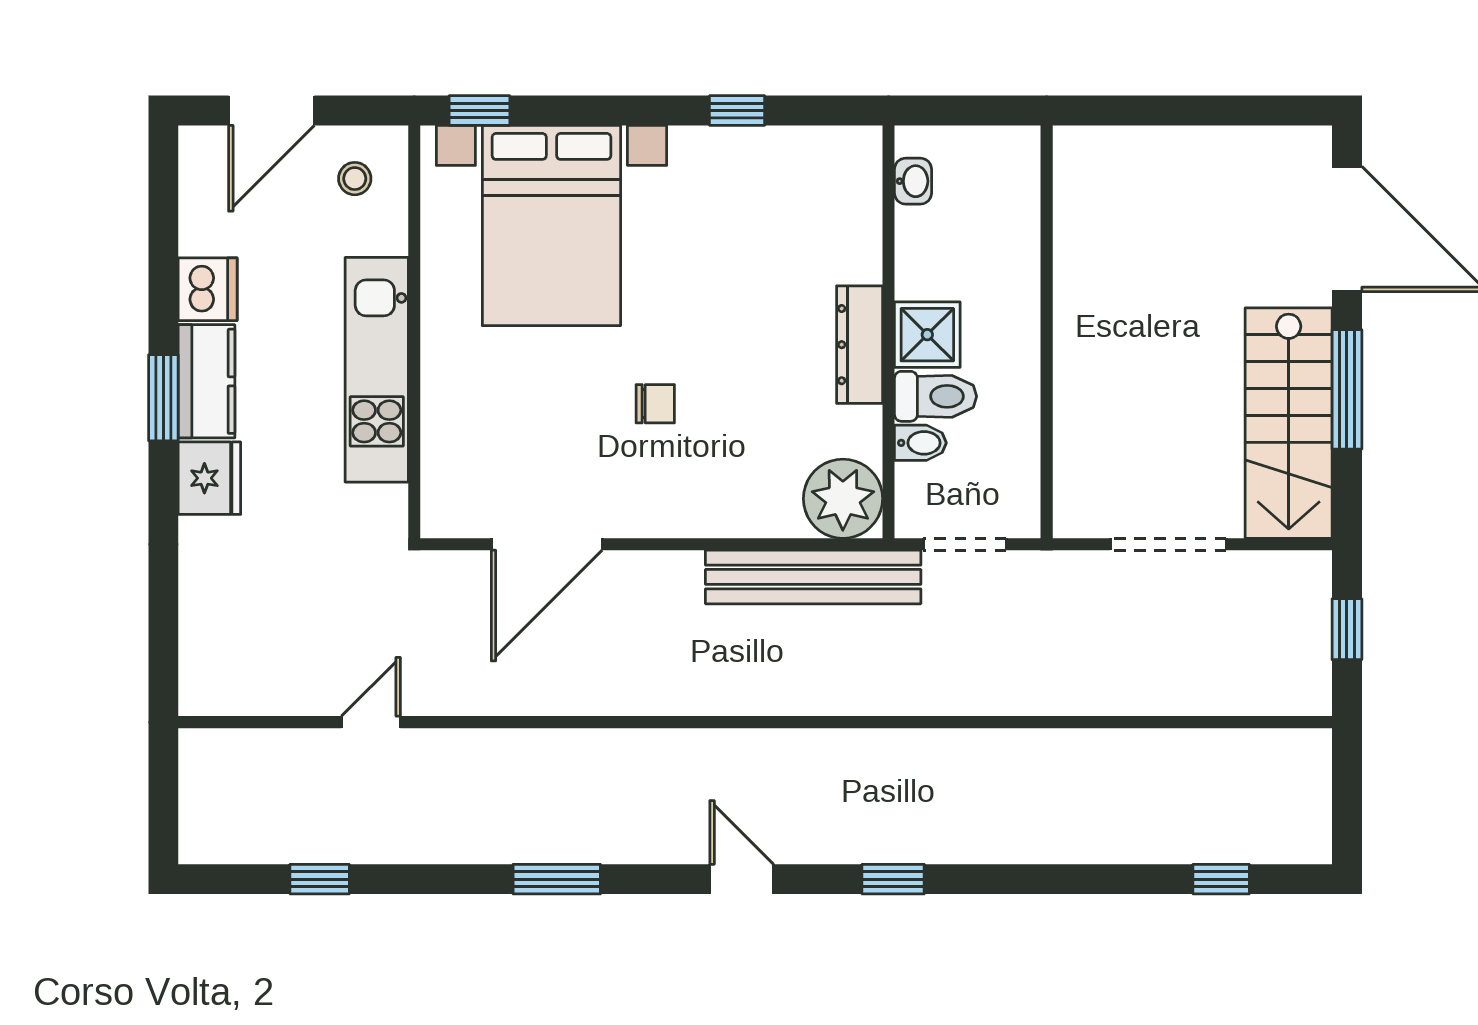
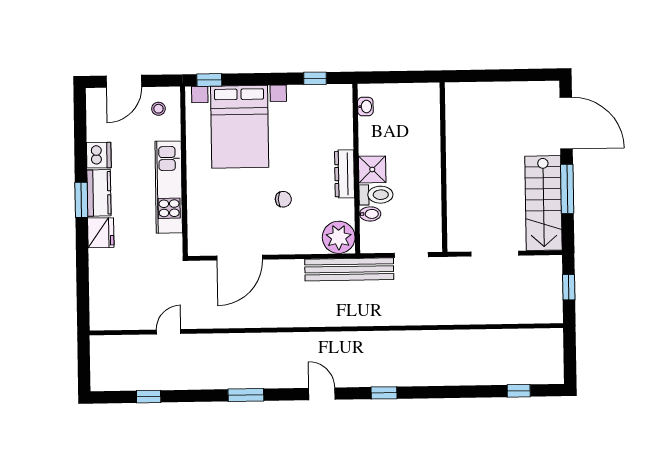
washbasin: (913, 181) -> (365, 107), moved
wall: (889, 332) -> (356, 169), moved
shower: (927, 335) -> (372, 169), moved
dresser: (860, 345) -> (345, 174), moved
toilet: (936, 396) -> (376, 195), moved
bidet: (920, 443) -> (370, 214), moved
plant: (843, 499) -> (339, 237), moved

